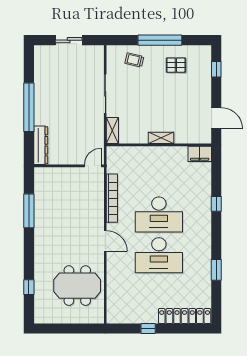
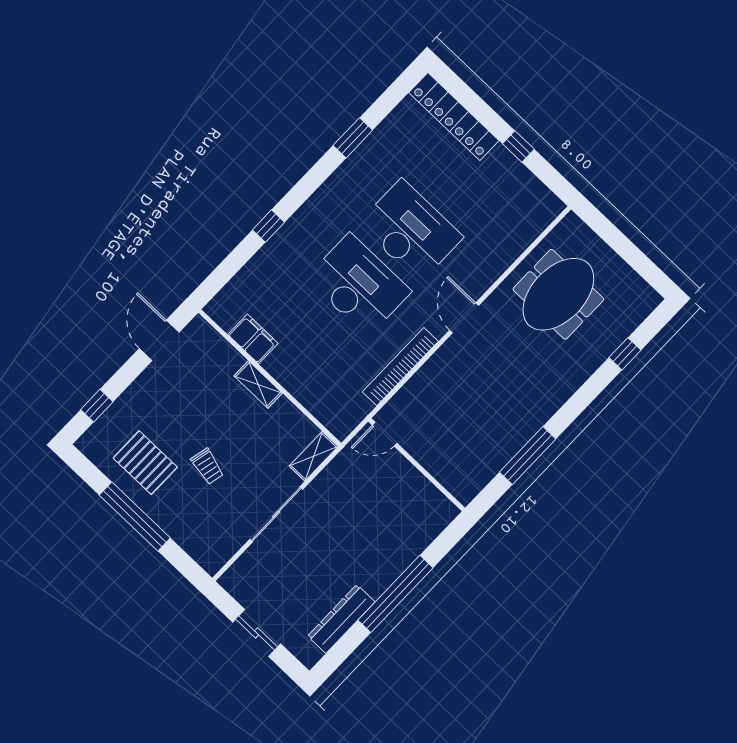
trolley: (134, 60) -> (207, 466), moved
pallet: (176, 65) -> (145, 463), width x1.50, depth x1.42
dresser: (41, 145) -> (341, 619), moved
filing cabinet: (200, 154) -> (253, 339), moved
meeting table: (77, 286) -> (558, 294), turned 90

